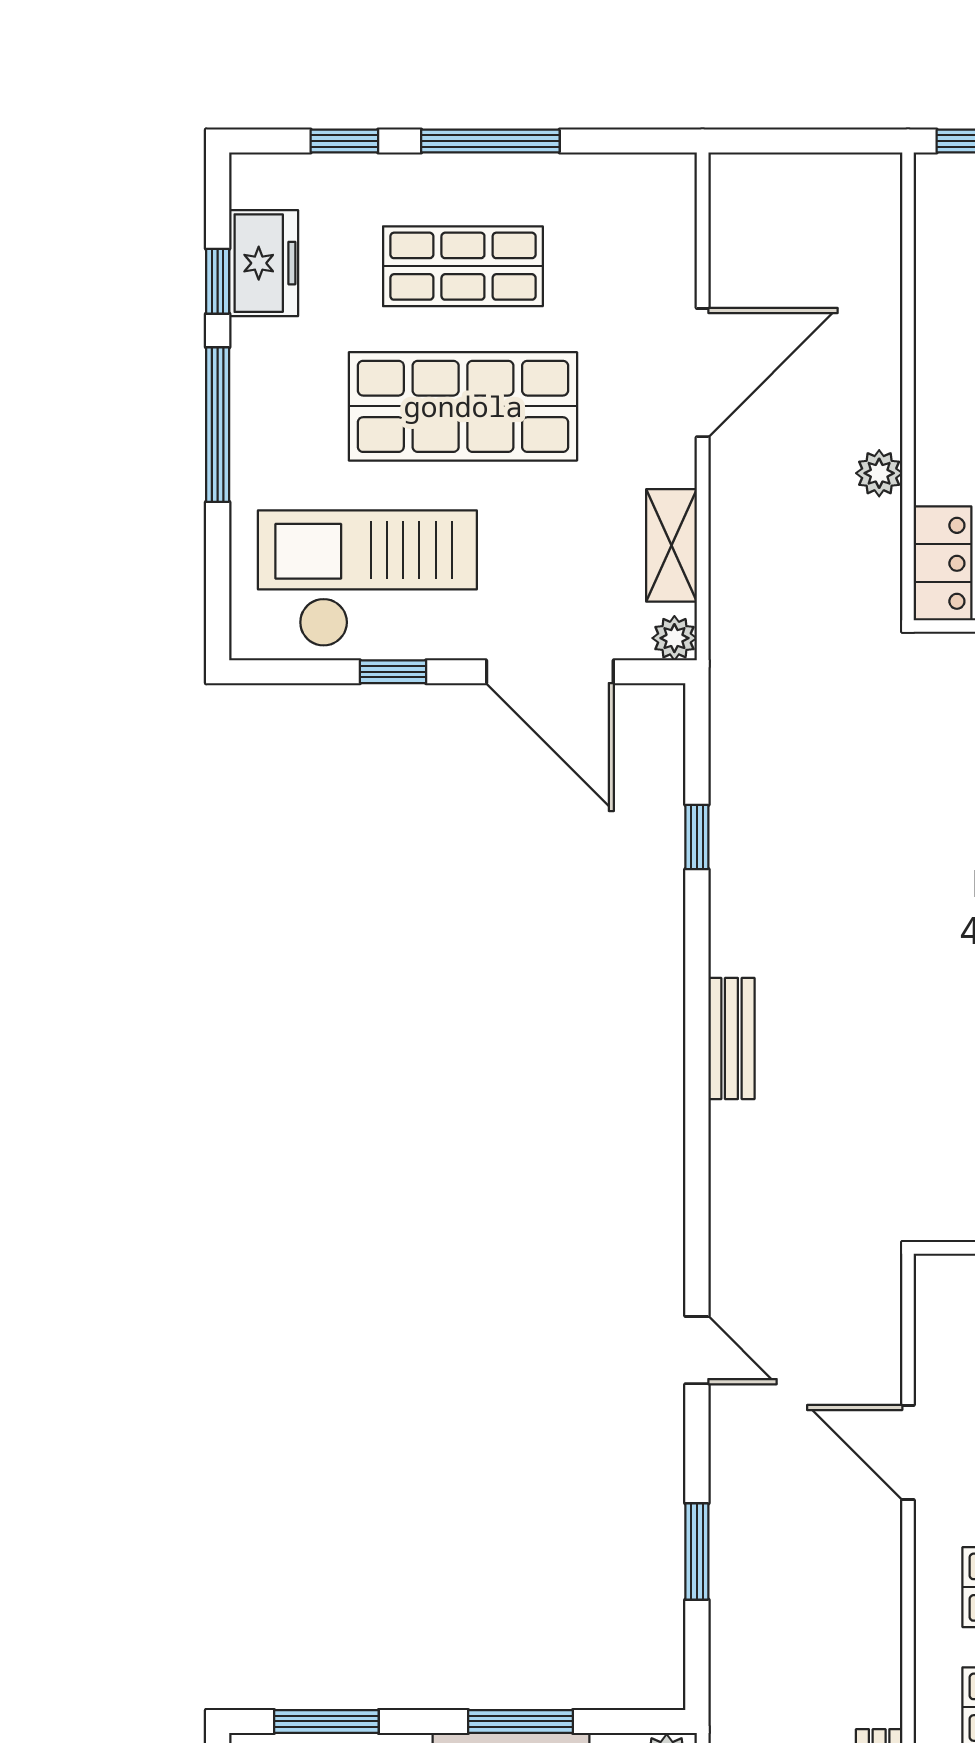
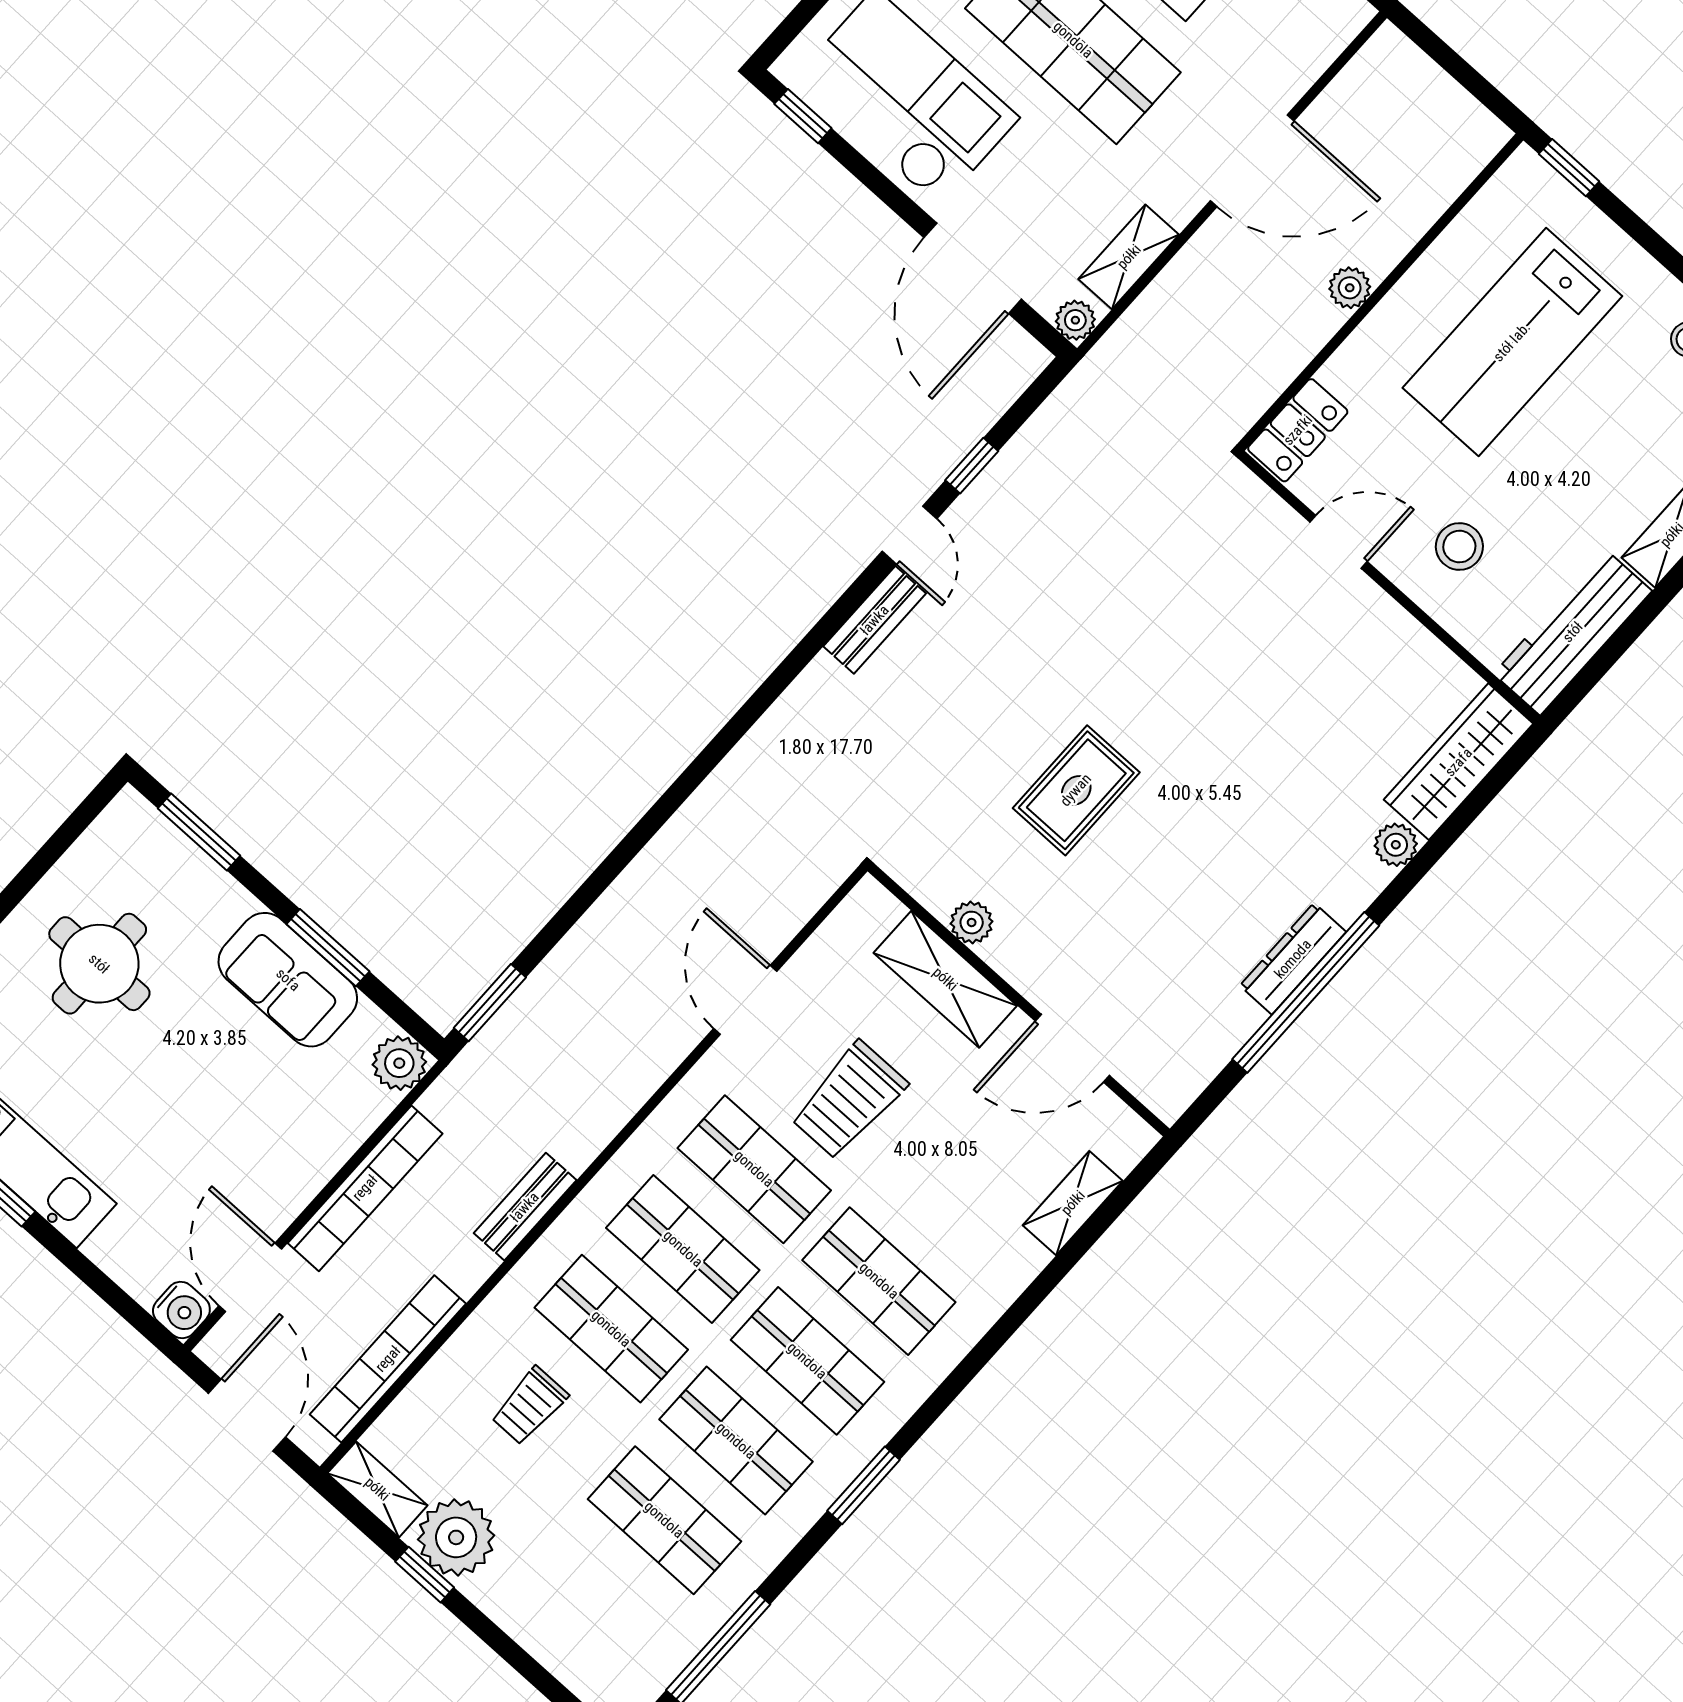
plant: (879, 473) -> (1350, 288), moved
window: (393, 672) -> (803, 116), moved
door: (697, 1350) -> (909, 535), moved
window: (697, 1551) -> (490, 1003), moved

